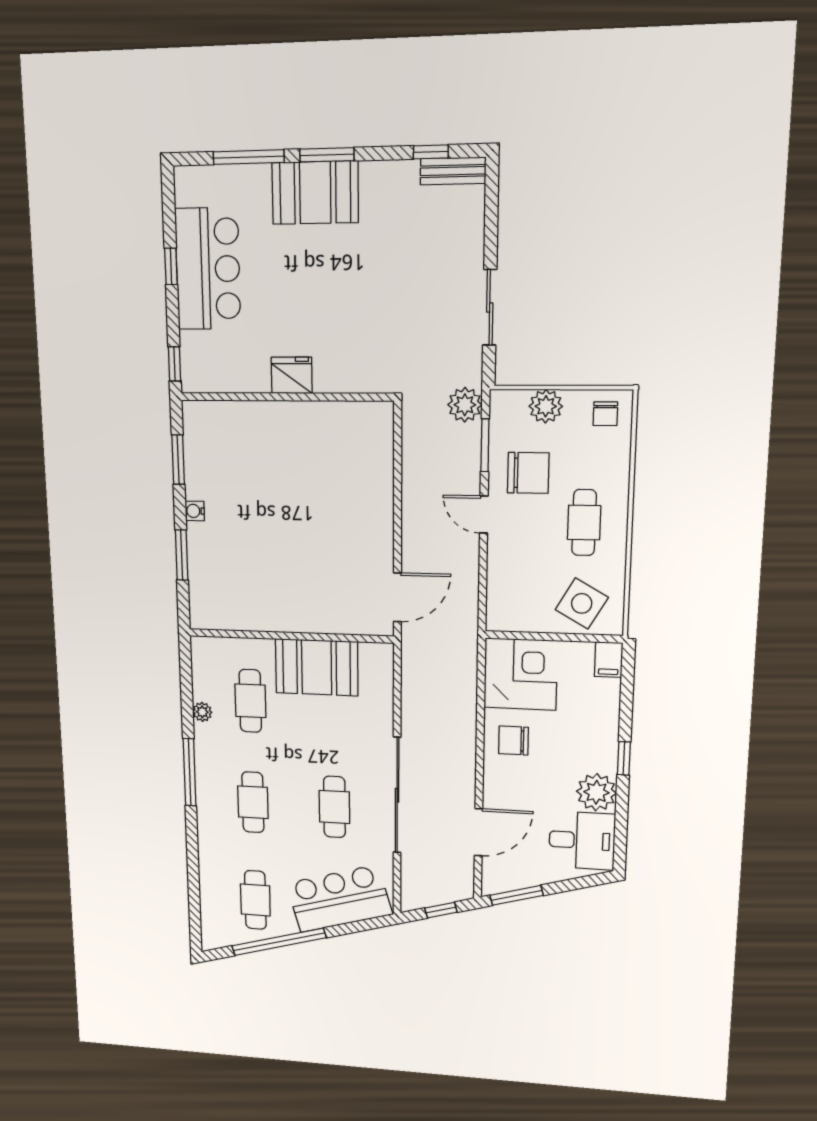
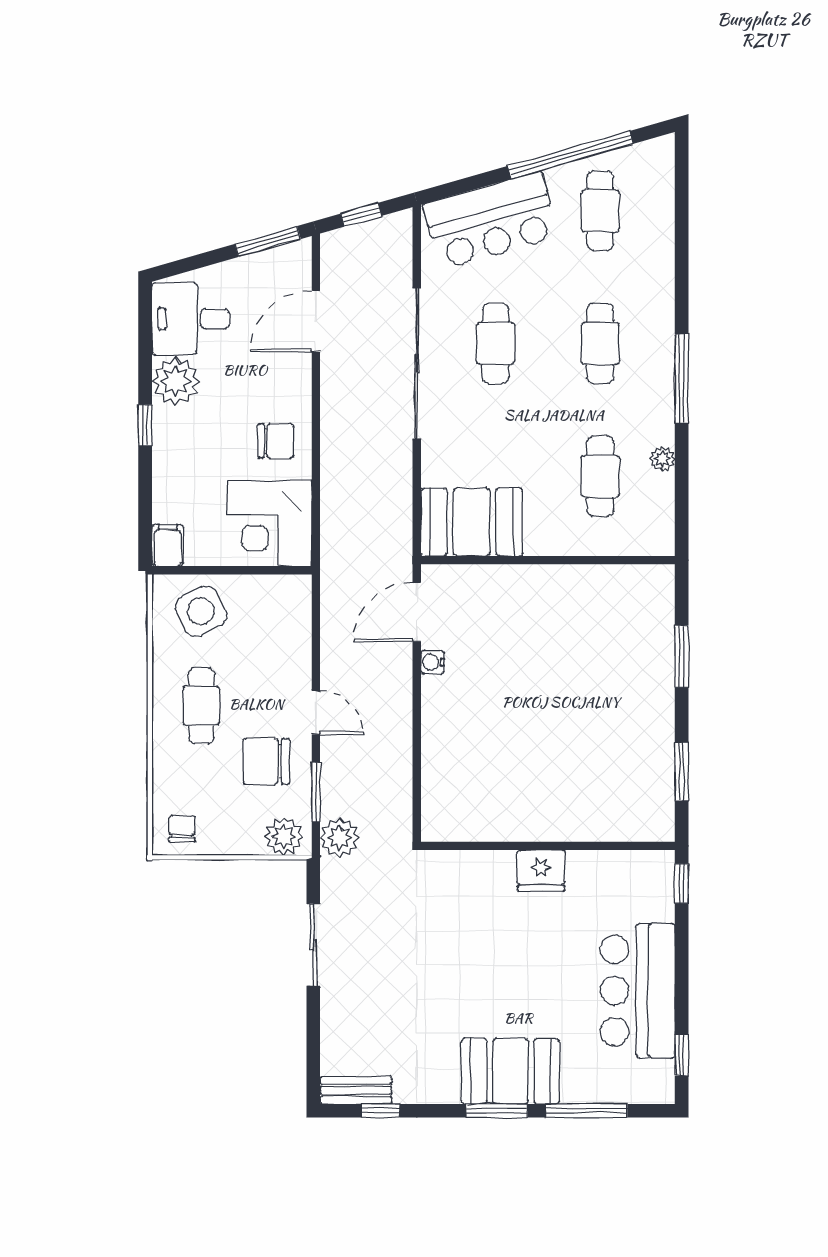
window: (171, 266) -> (682, 1055), moved
plant: (546, 406) -> (284, 836), moved
water cooler: (195, 511) -> (433, 662), moved, turned 180
side table: (582, 603) -> (201, 611), turned 34
booth: (317, 667) -> (472, 522), moved

